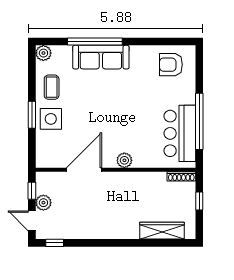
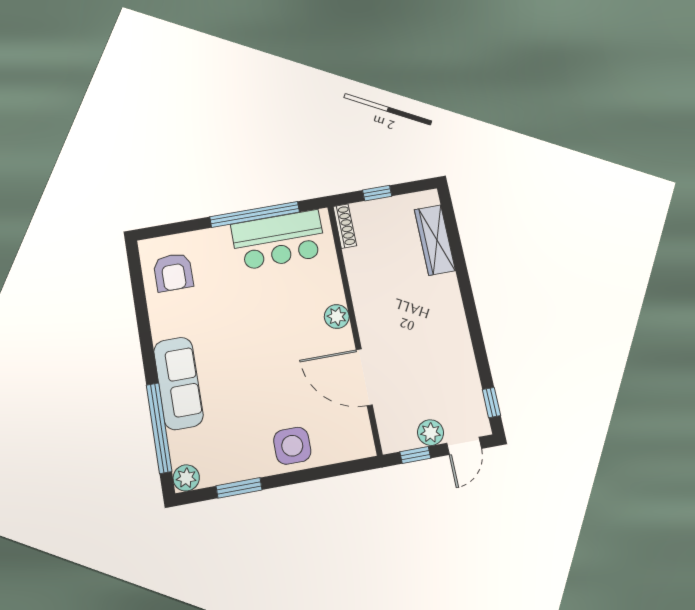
window: (95, 42) -> (159, 428), moved
coffee table: (52, 87) -> (240, 454), removed
window: (32, 115) -> (239, 488), moved

